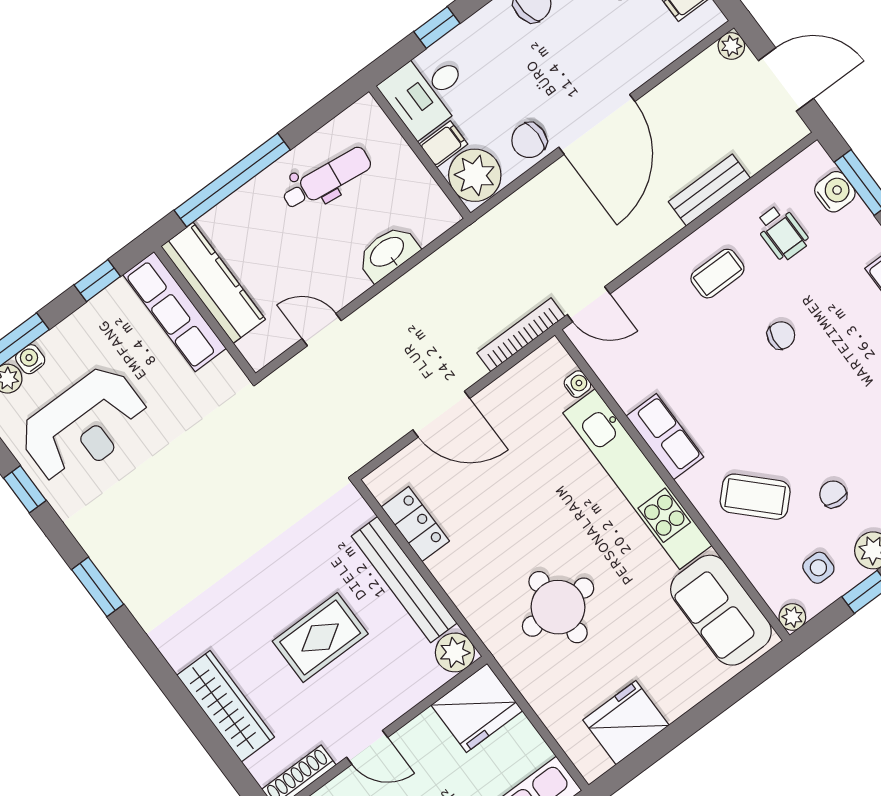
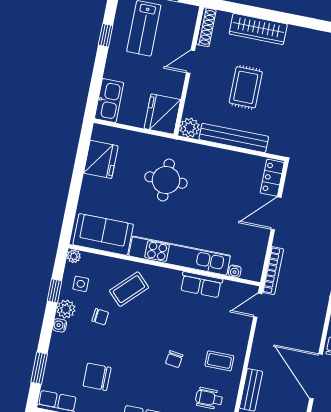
coffee table: (717, 274) -> (219, 361), turned 90
row of seats: (665, 437) -> (201, 285), moved
locker: (415, 524) -> (272, 178), moved, turned 90

